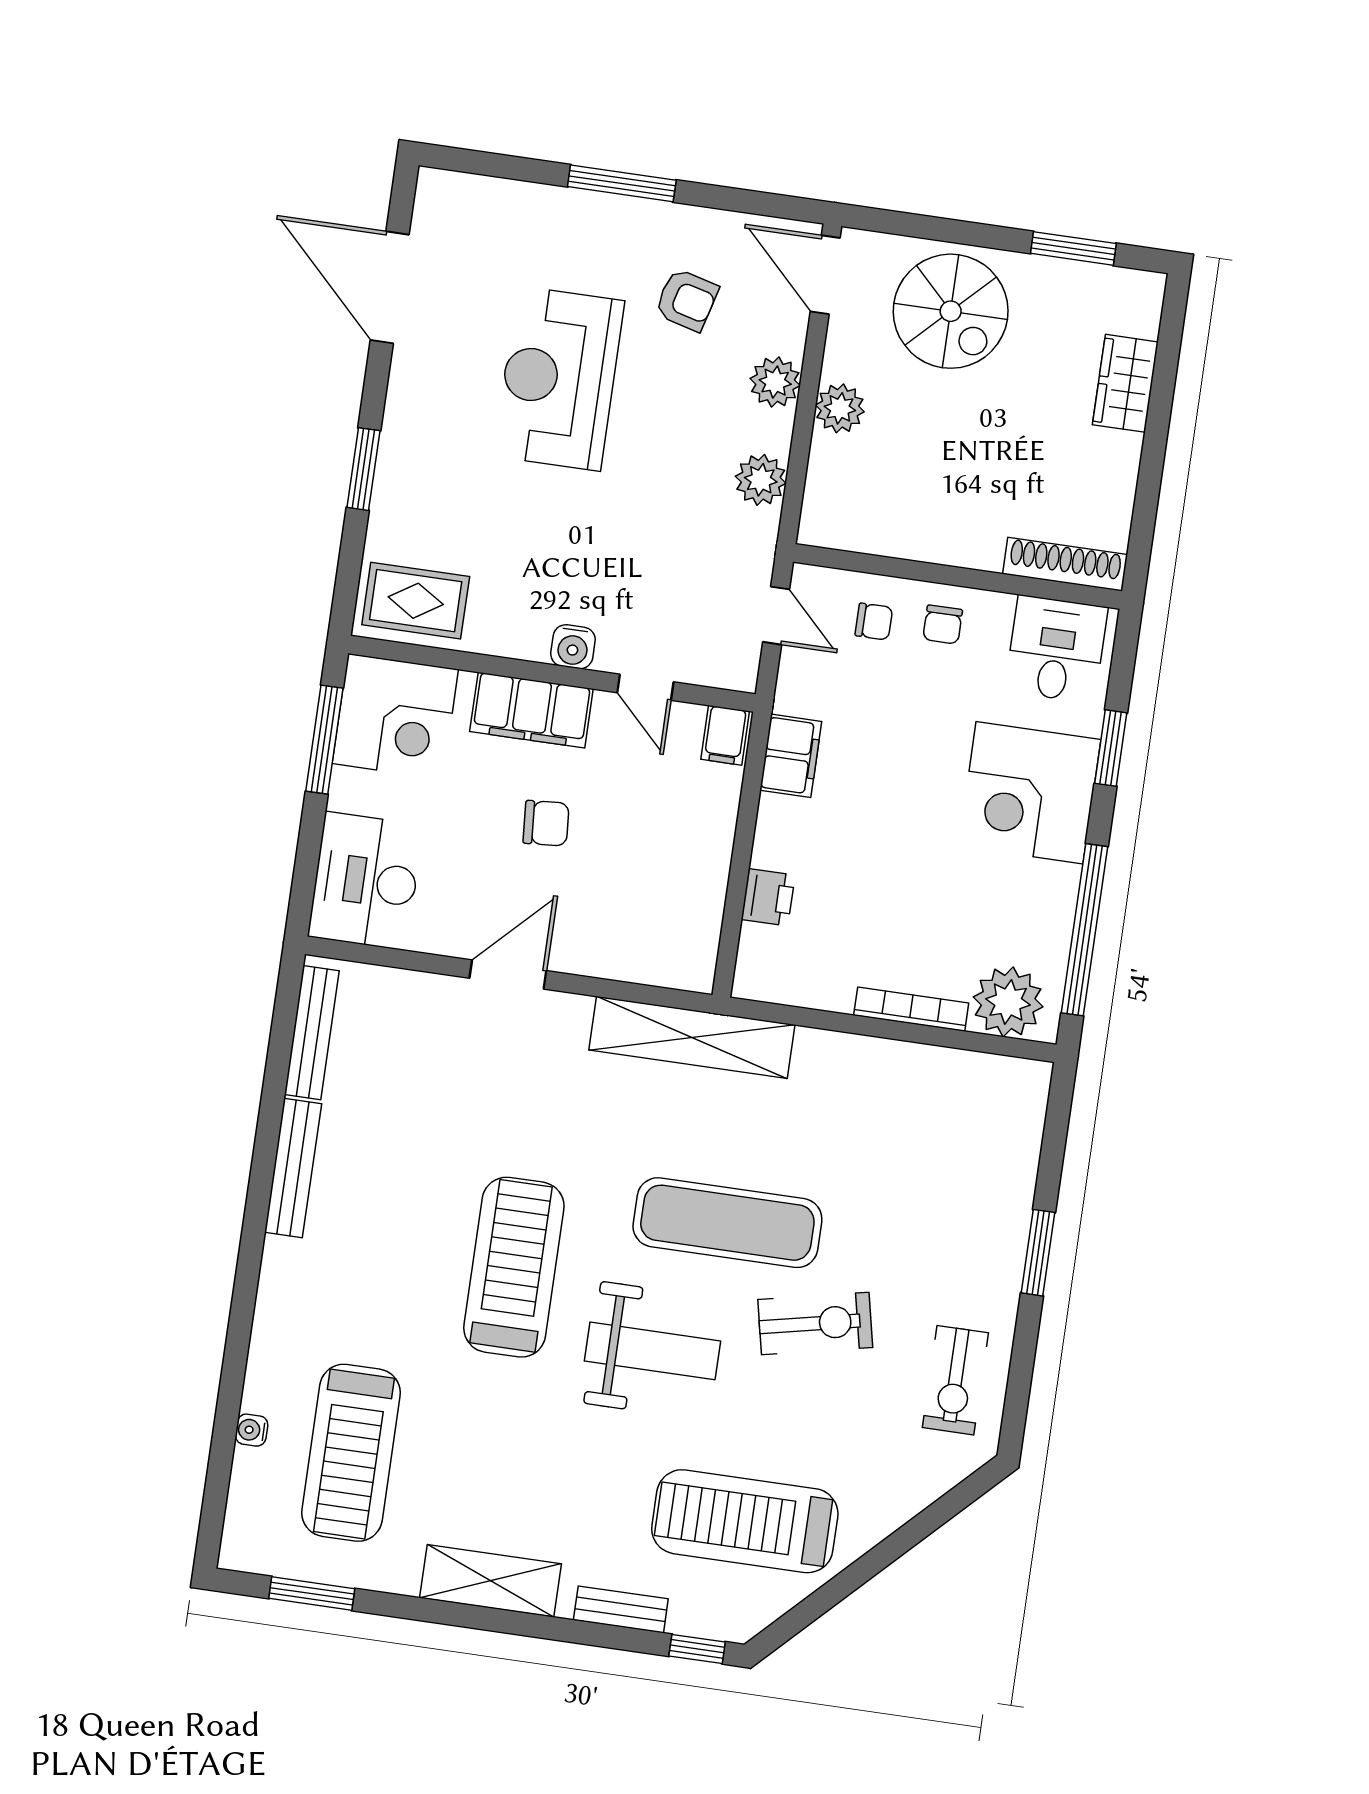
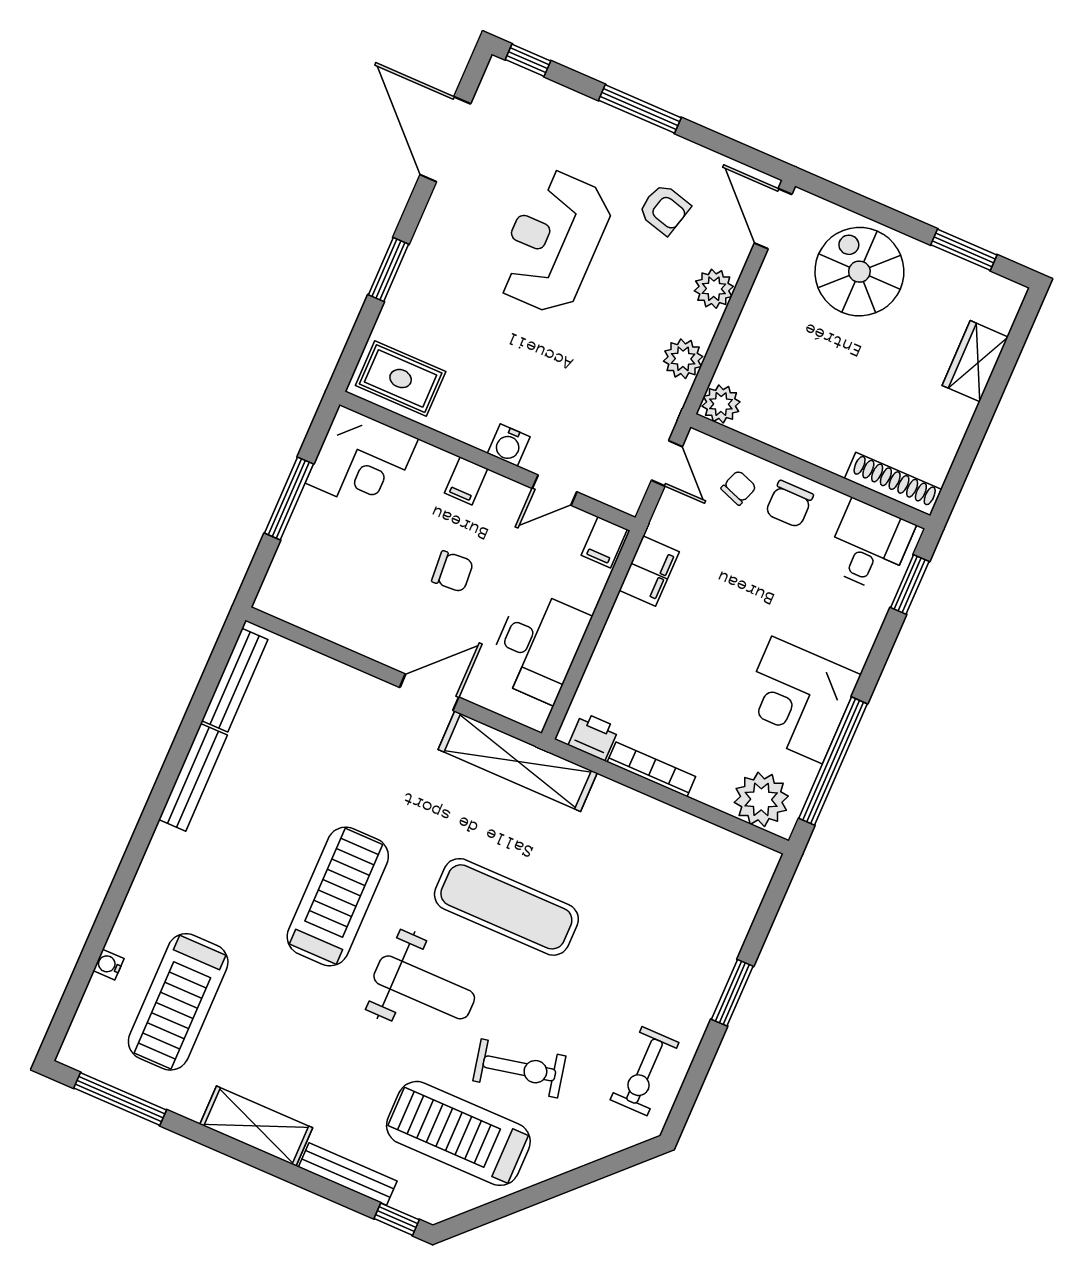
window: (466, 161) -> (528, 60), added
spiral stairs: (951, 311) -> (859, 272), turned 180
plant: (840, 408) -> (721, 404), moved
chair: (874, 622) -> (739, 488), turned -70
chair: (943, 625) -> (789, 504), width x1.37, depth x1.37
door: (645, 687) -> (554, 490), hinge flipped
filing cabinet: (531, 710) -> (466, 481), width x0.33, depth x0.86
window: (324, 740) -> (289, 499), moved
window: (1111, 748) -> (910, 584), moved
corner desk: (1030, 793) -> (797, 700), moved
desk: (366, 881) -> (538, 646), moved, turned 180
printer: (768, 897) -> (594, 736), moved, turned -90
door: (508, 974) -> (429, 692), moved
bookcase: (911, 1009) -> (651, 769), moved
exercise bike: (815, 1323) -> (519, 1068), moved
window: (312, 1593) -> (120, 1099), width x1.44
bench: (621, 1609) -> (348, 1174), width x1.36

